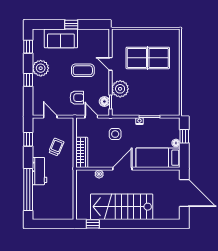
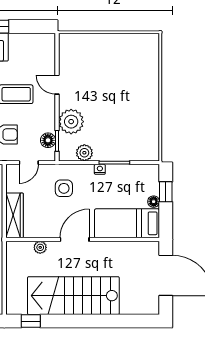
table tennis table: (148, 58) -> (112, 76), removed
plant: (129, 110) -> (84, 153), added
door: (91, 117) -> (29, 163), swing flipped

